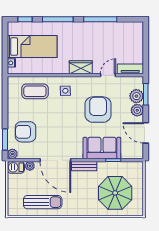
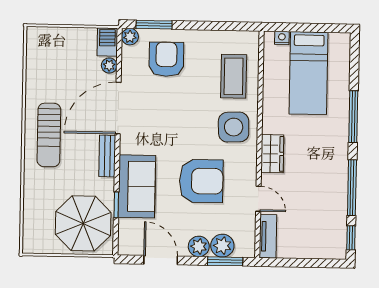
window: (25, 19) -> (351, 238), moved
side table: (65, 91) -> (234, 127), width x1.87, depth x1.87
door: (146, 133) -> (161, 260), hinge flipped
parasol: (115, 193) -> (83, 223), moved
sun lounger: (43, 202) -> (49, 135), moved

